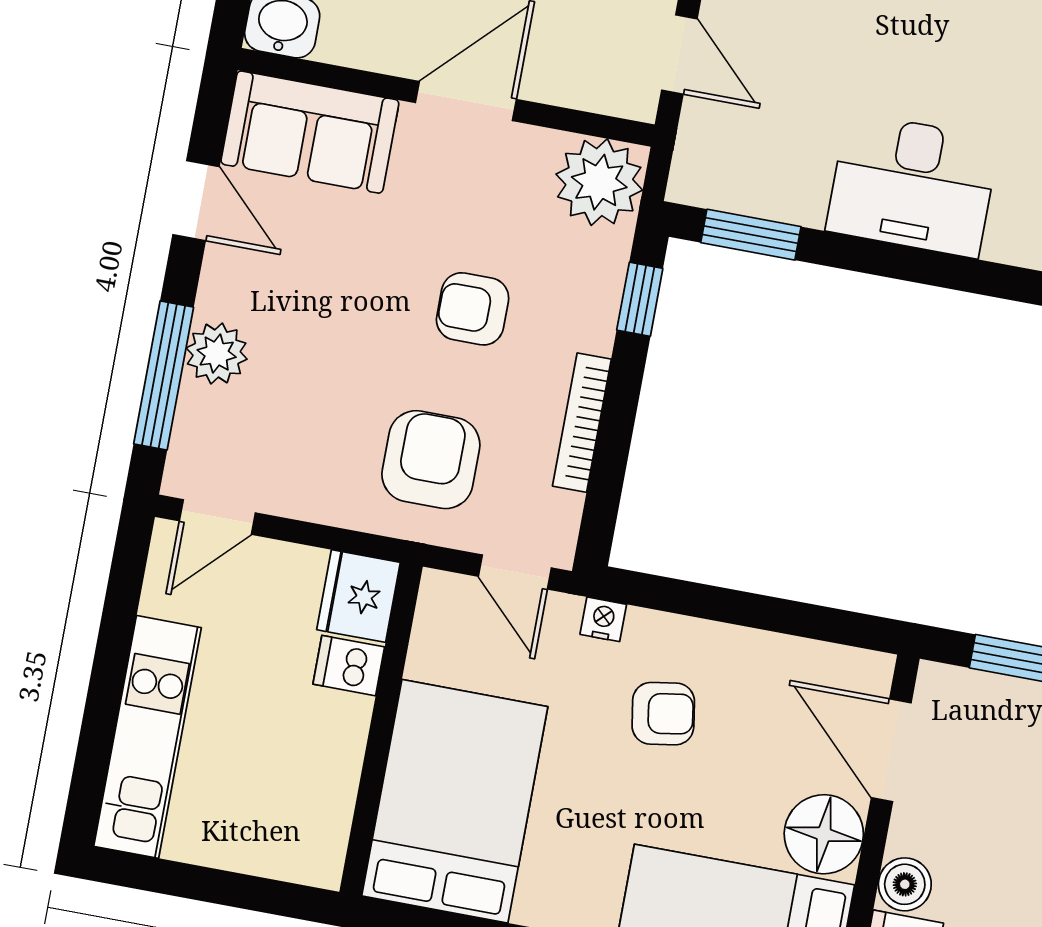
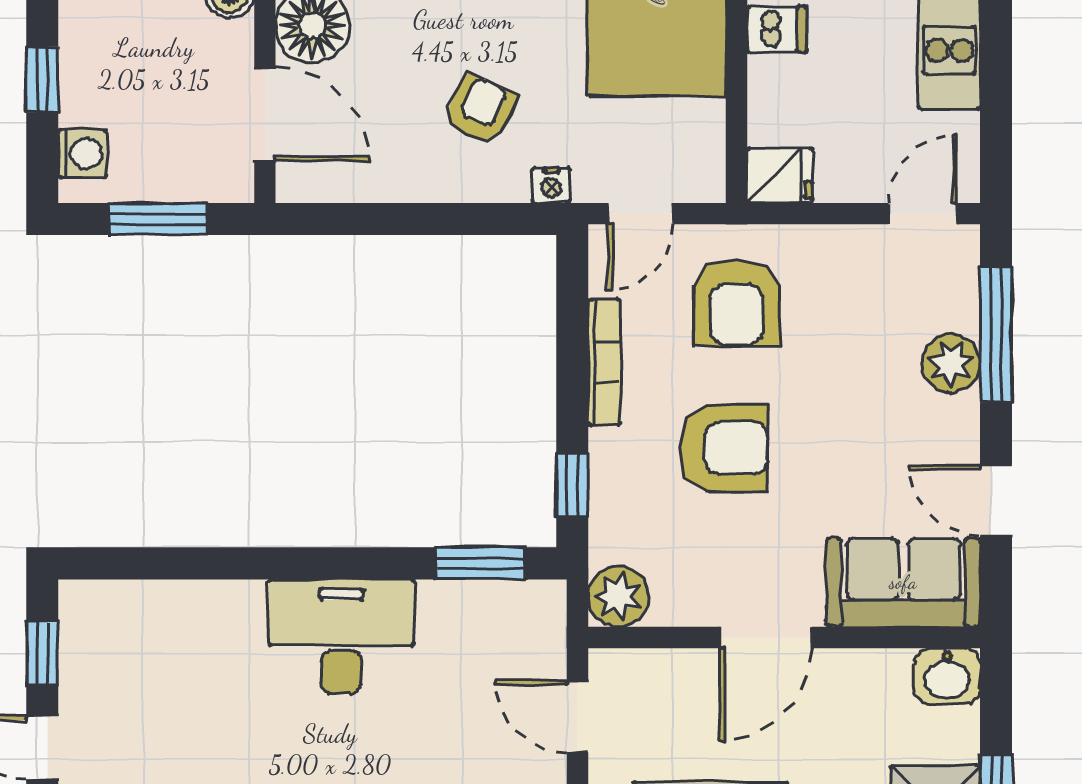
plant: (599, 182) -> (618, 597), width x0.73, depth x0.73
armchair: (473, 309) -> (724, 448), width x1.38, depth x1.38
door: (515, 572) -> (640, 214), swing flipped
fridge: (359, 596) -> (780, 176), width x0.72
dishwasher: (349, 666) -> (777, 29), moved
armchair: (663, 714) -> (480, 109), turned 125

